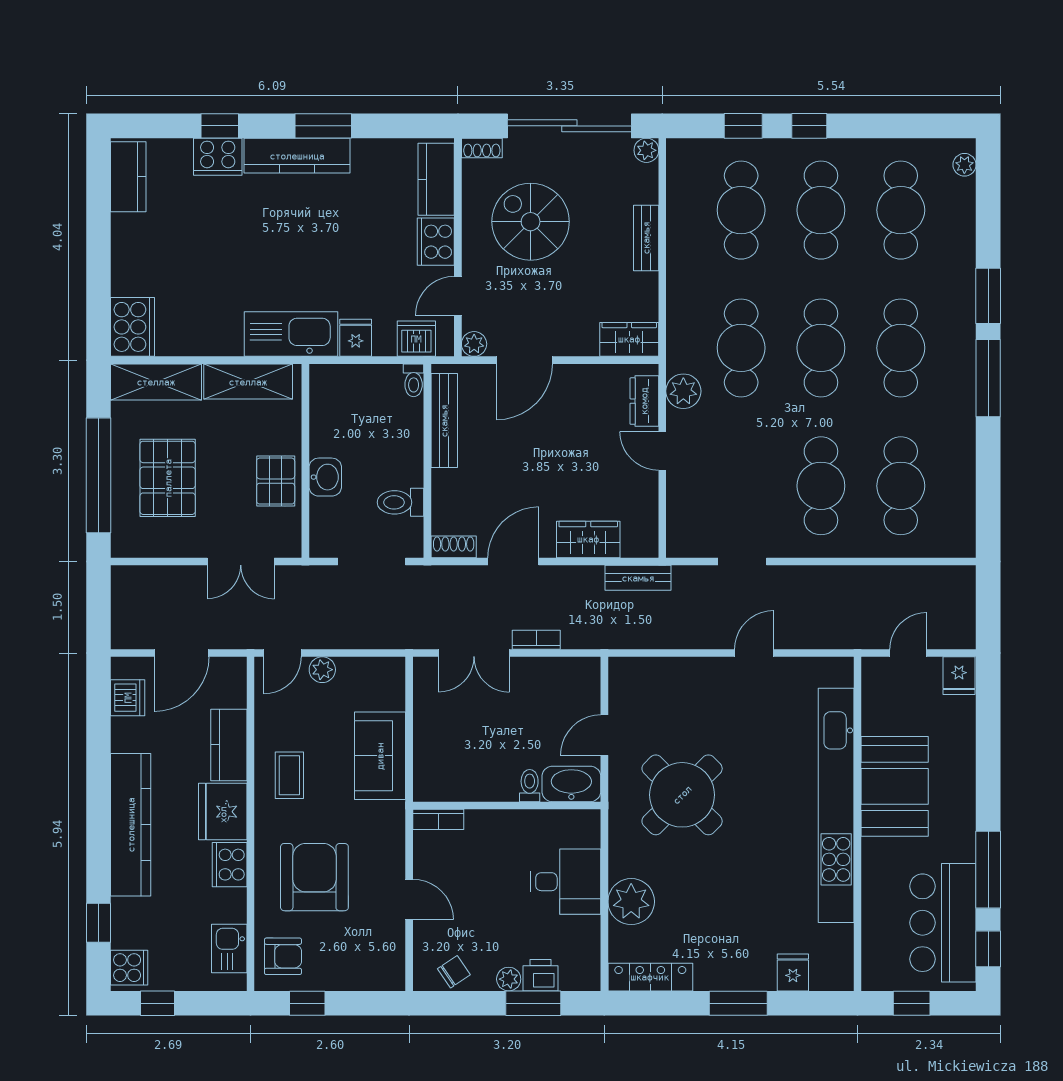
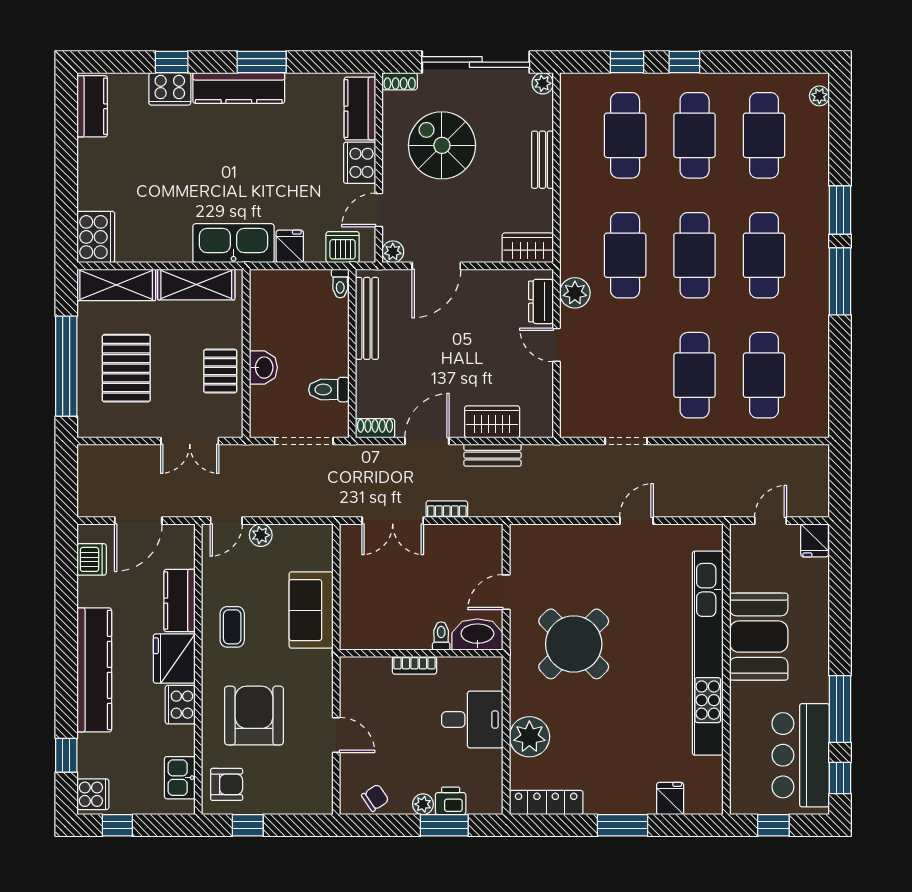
bench: (638, 578) -> (493, 455), moved
bookcase: (438, 819) -> (414, 665), moved

